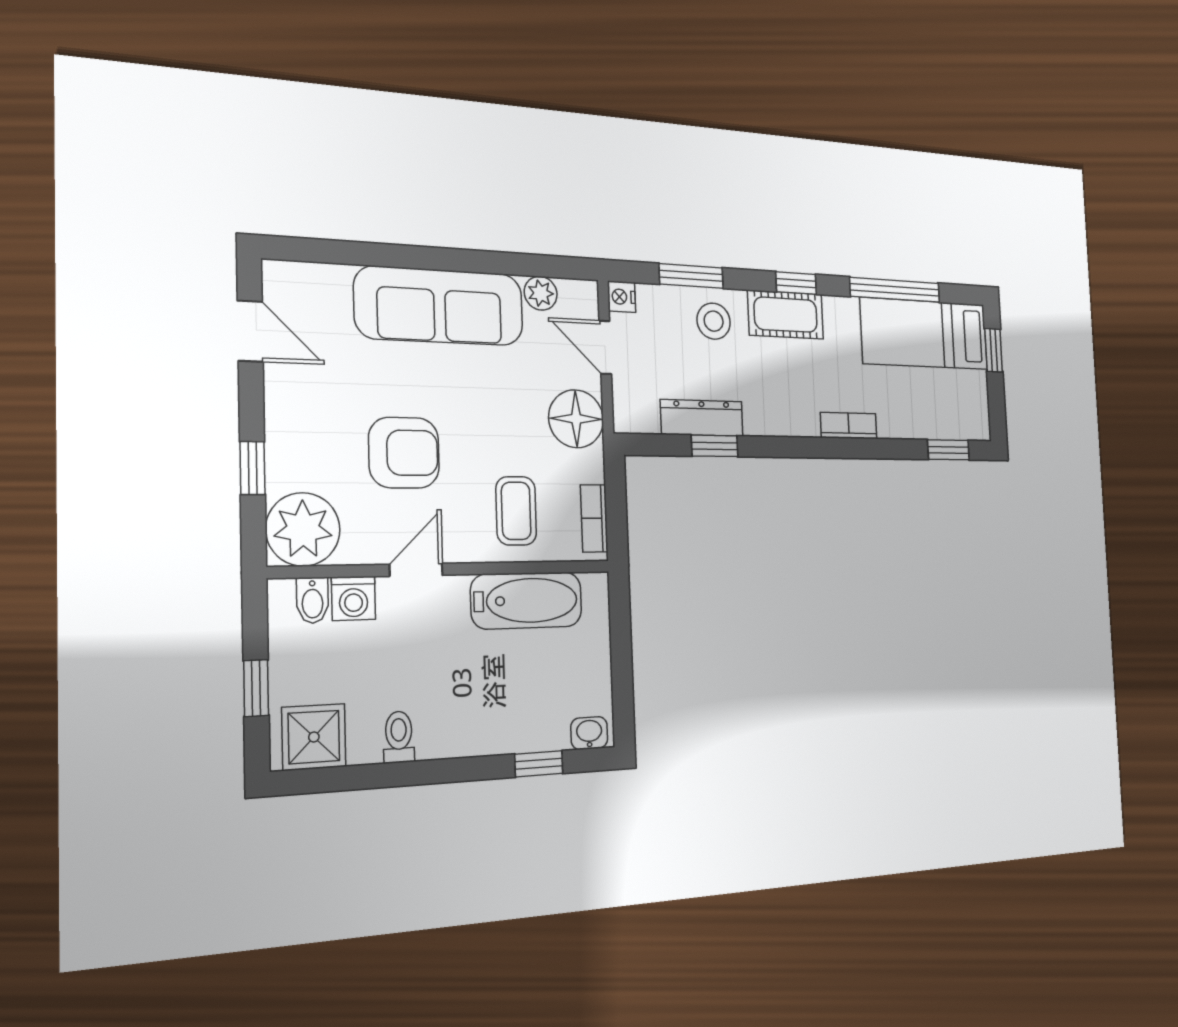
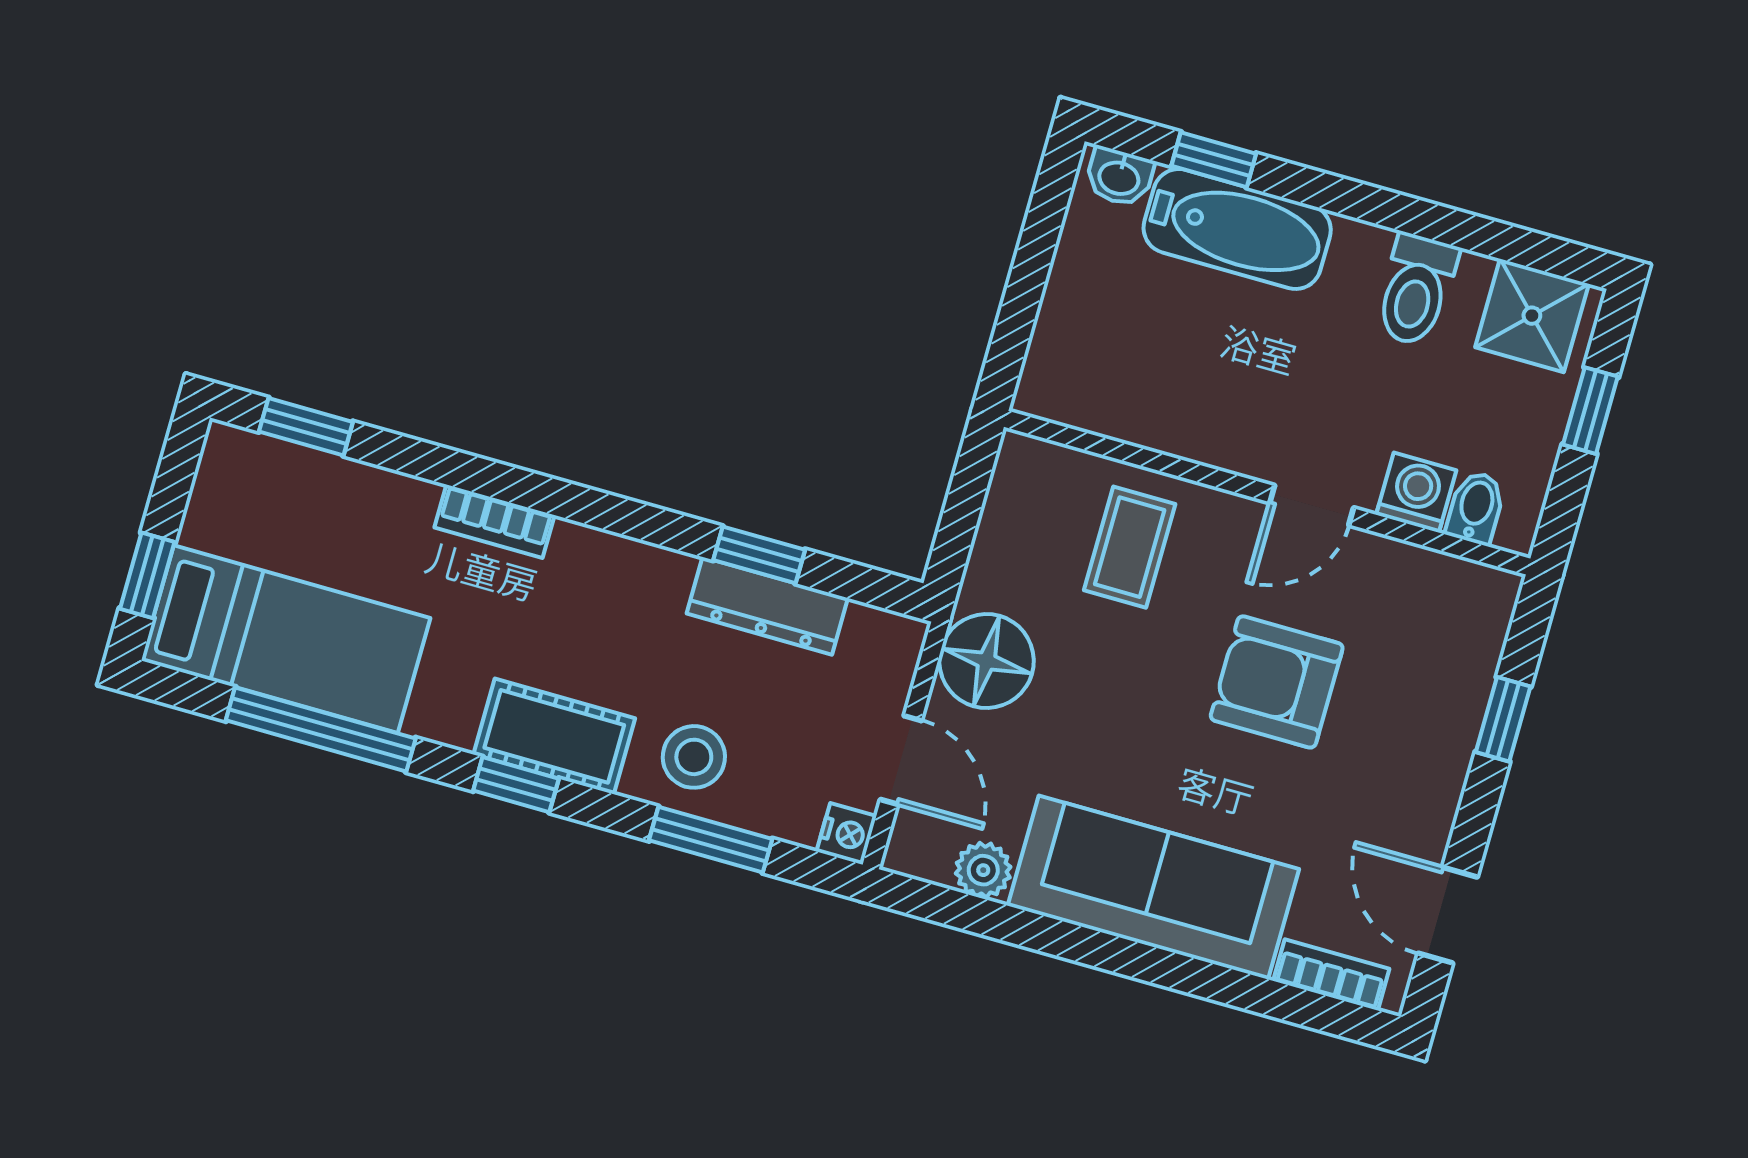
bookcase: (594, 518) -> (1331, 975), moved, turned -90
plant: (303, 529) -> (1458, 612), removed
bathtub: (527, 600) -> (1237, 229), moved, turned 180
toilet: (399, 737) -> (1416, 290), width x1.37, depth x1.39

